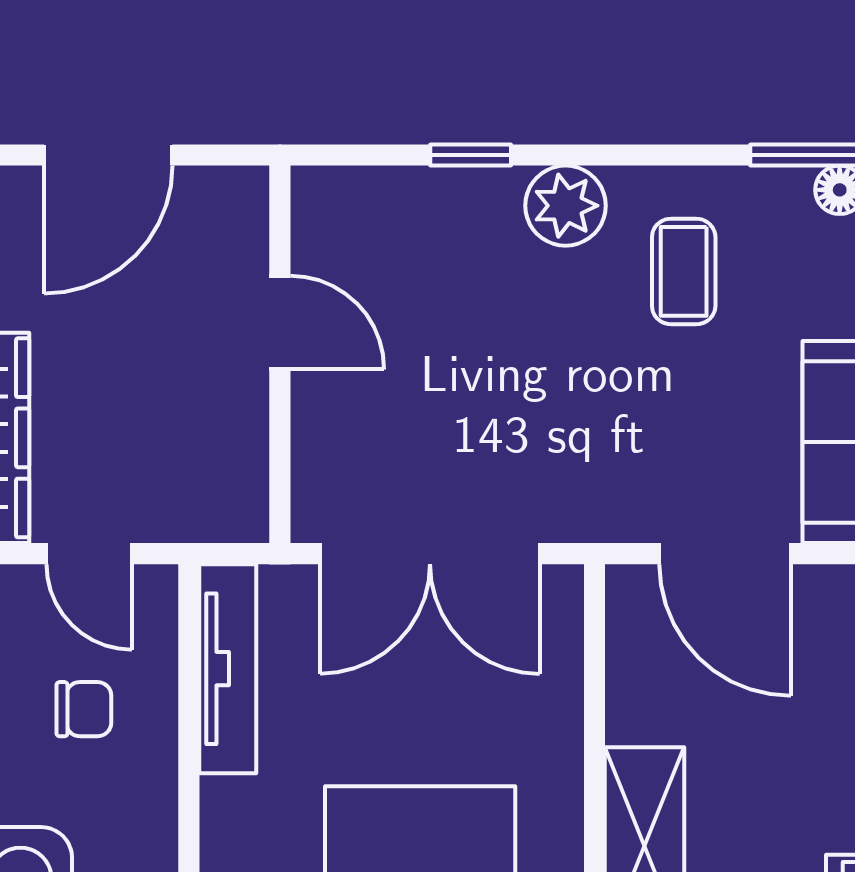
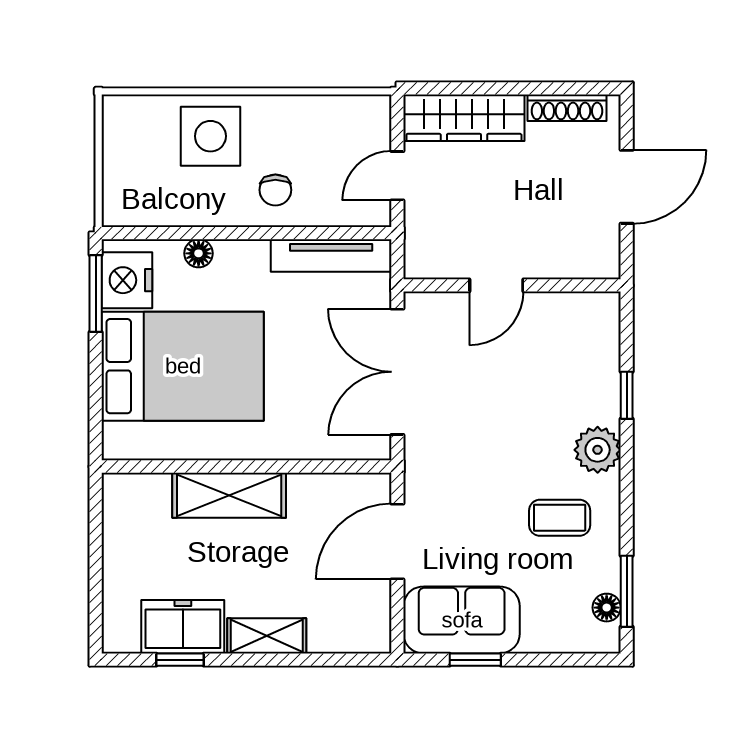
door: (108, 155) -> (627, 187), swing flipped
door: (280, 322) -> (496, 285), moved
chair: (84, 709) -> (275, 190), moved

